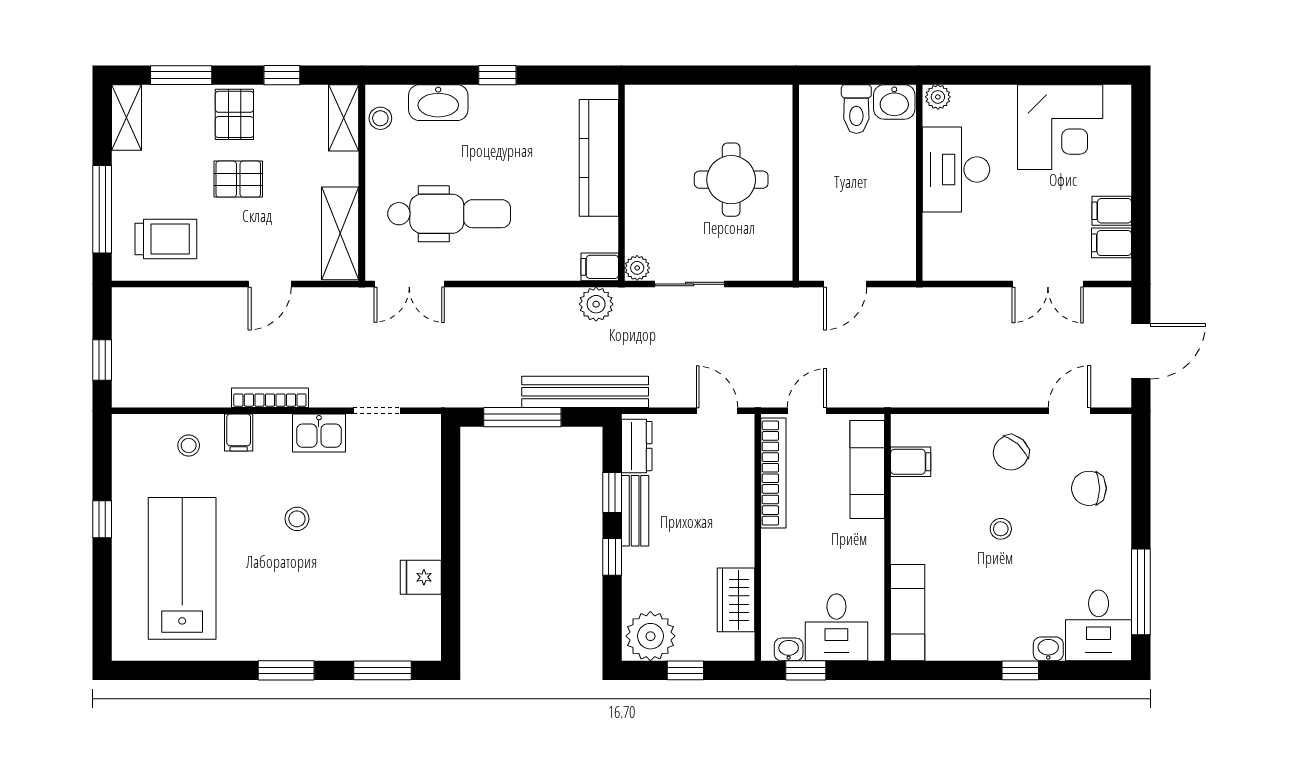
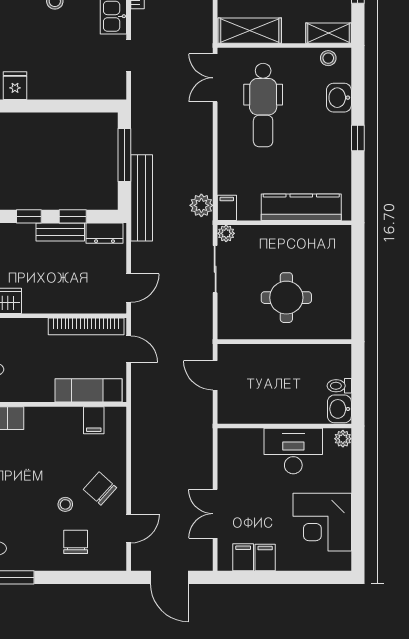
washbasin: (438, 103) -> (339, 98), width x0.72
toilet: (856, 109) -> (339, 386), width x0.73, depth x0.72
door: (1069, 411) -> (129, 529), hinge flipped
stool: (1001, 529) -> (65, 504), moved

